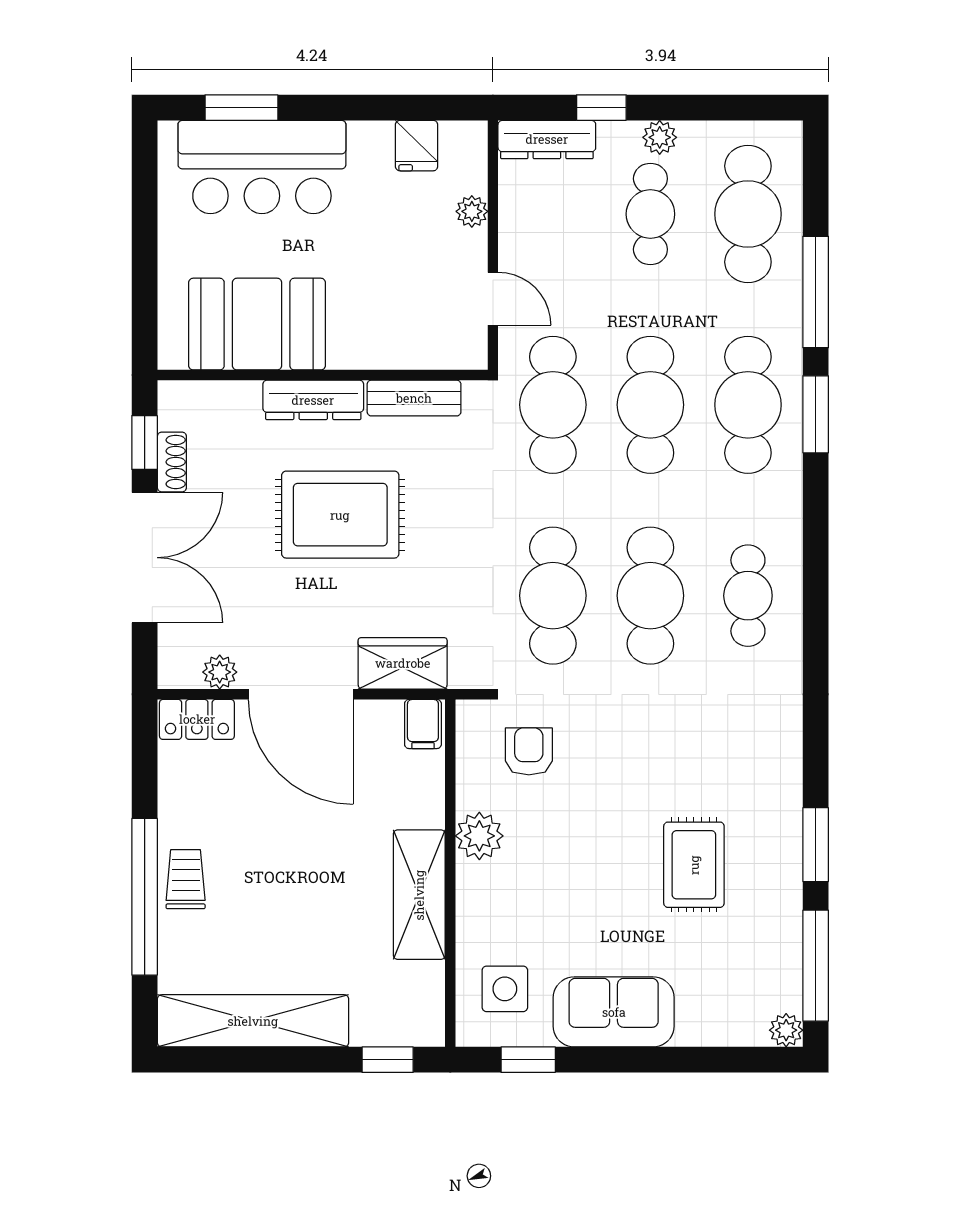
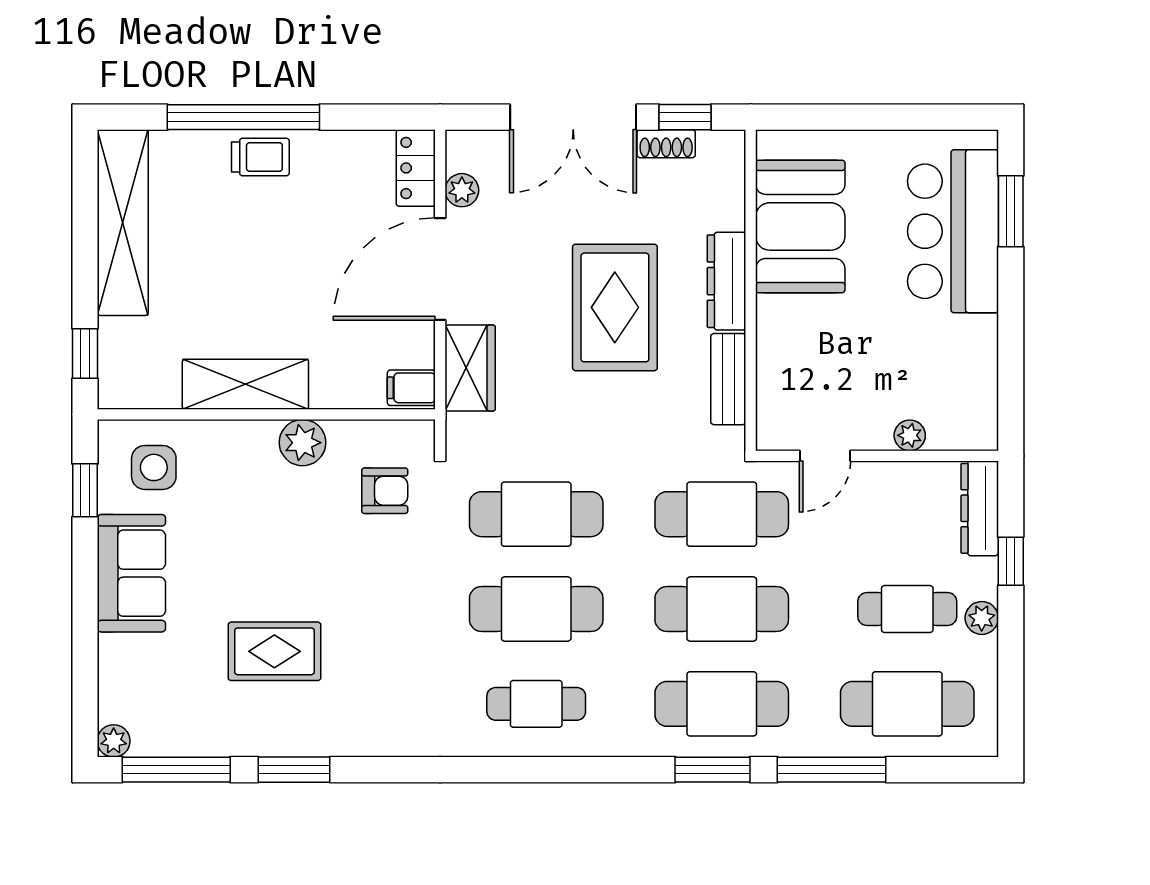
fridge: (417, 146) -> (974, 382), removed

